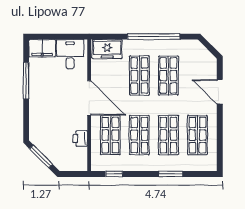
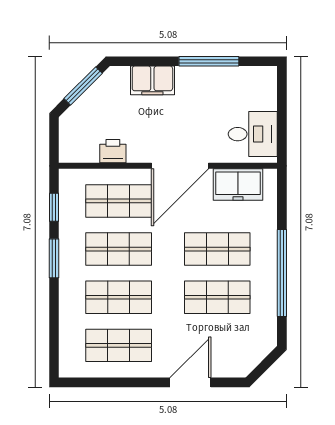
filing cabinet: (42, 48) -> (152, 80), moved, turned -90
freezer: (107, 49) -> (238, 185), moved, turned -90
window: (171, 174) -> (54, 258), moved

